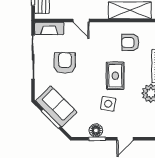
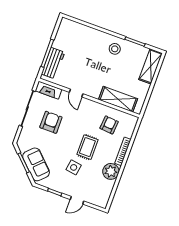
armchair: (130, 42) -> (109, 125), turned 95
sofa: (56, 106) -> (36, 164), moved
floor lamp: (96, 130) -> (56, 185), removed

